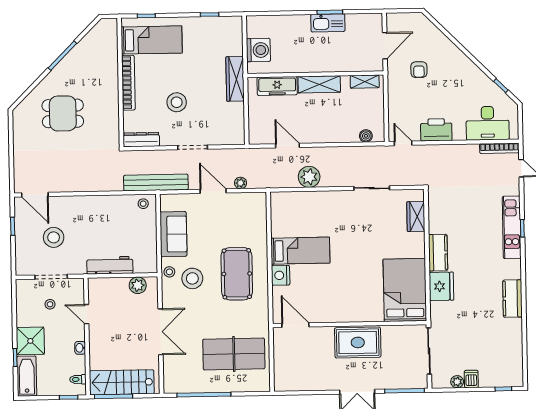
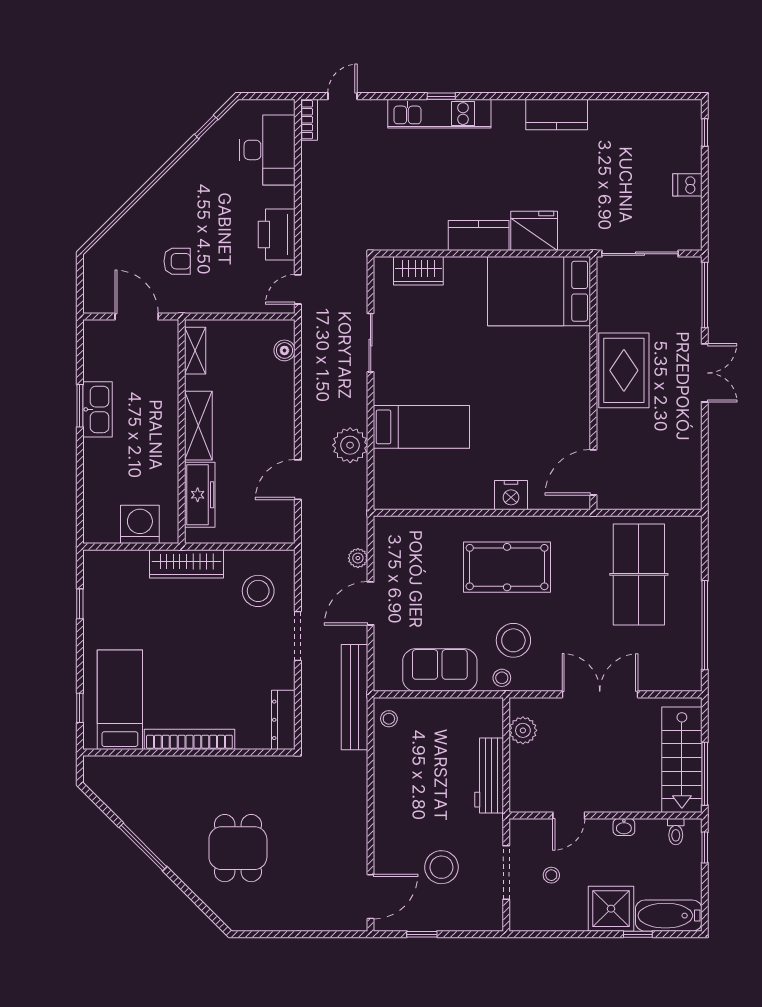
stool: (177, 102) -> (258, 591), moved
bookcase: (499, 148) -> (309, 120), width x0.64
bed: (300, 251) -> (421, 427), moved, turned 90
plant: (457, 382) -> (692, 208), removed

